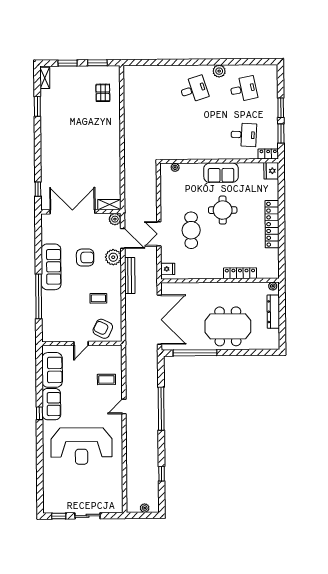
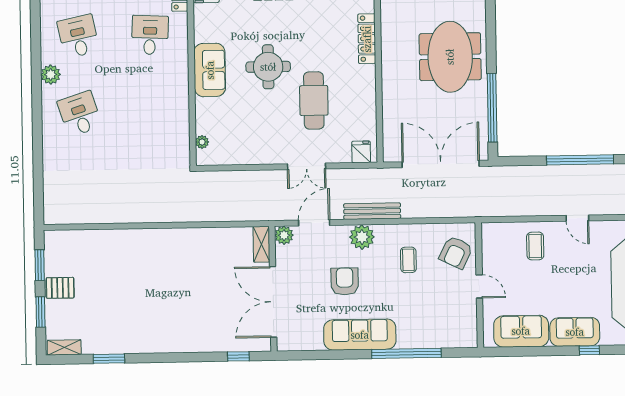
pallet: (103, 93) -> (60, 288), moved
cafe table: (191, 230) -> (314, 100), moved, turned 90
plant: (113, 257) -> (362, 237), moved

